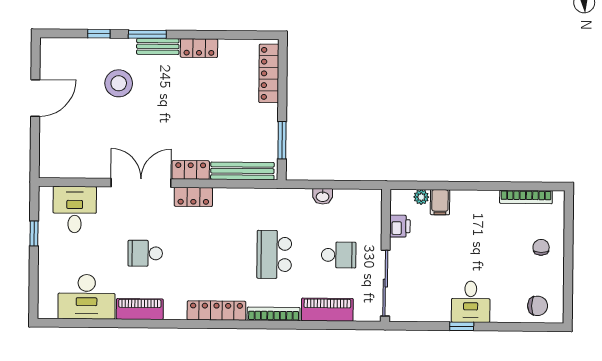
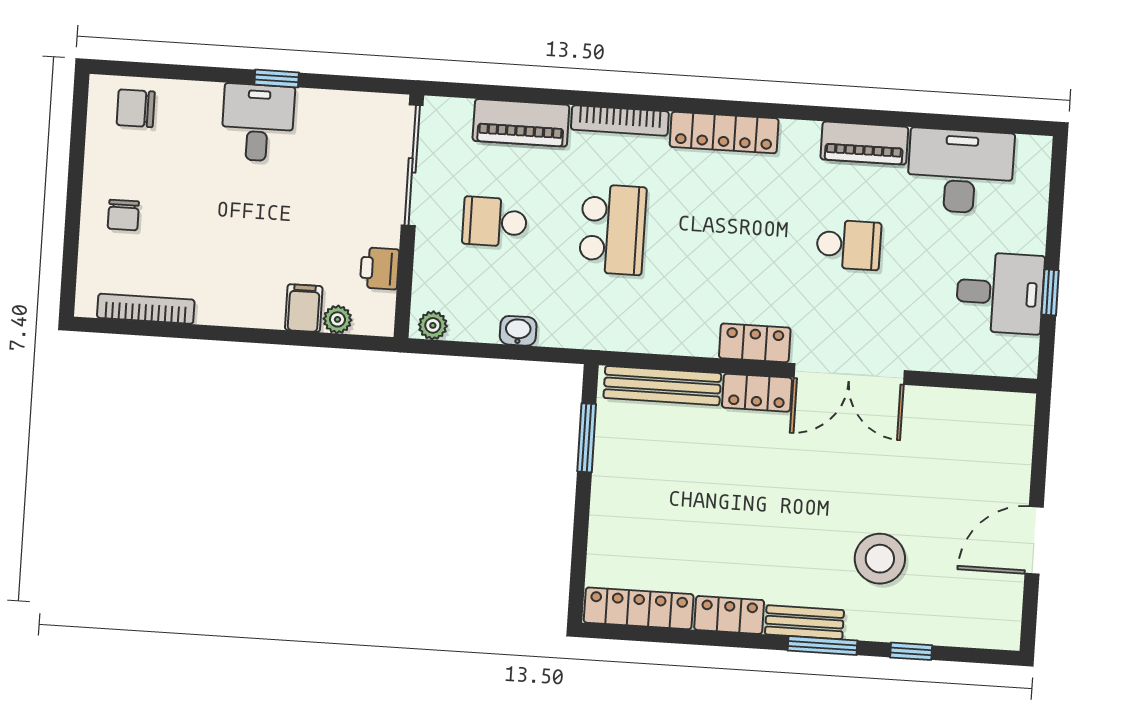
locker: (269, 73) -> (639, 608), moved, turned -90
plant: (369, 197) -> (433, 325), added
desk: (75, 210) -> (1000, 293), moved, turned -90

